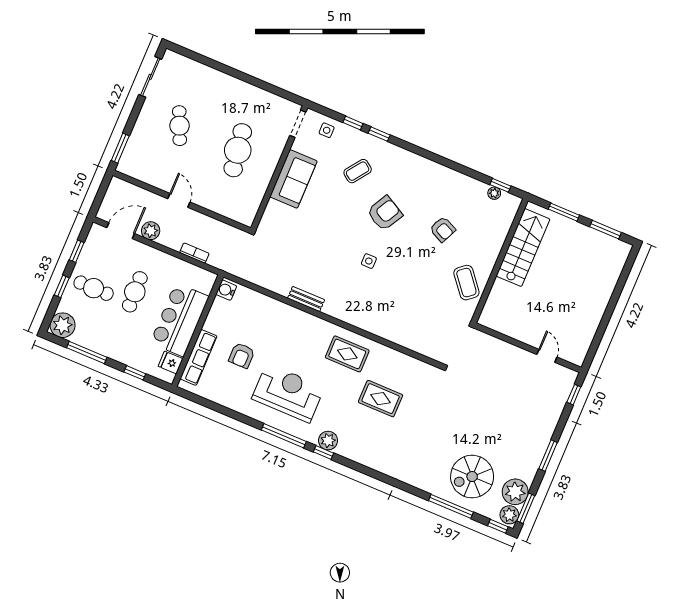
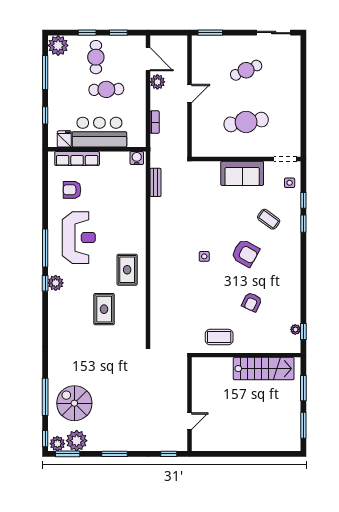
coffee table: (466, 283) -> (219, 337), turned 39
bench: (306, 299) -> (156, 182), moved
armchair: (242, 356) -> (72, 190), moved

